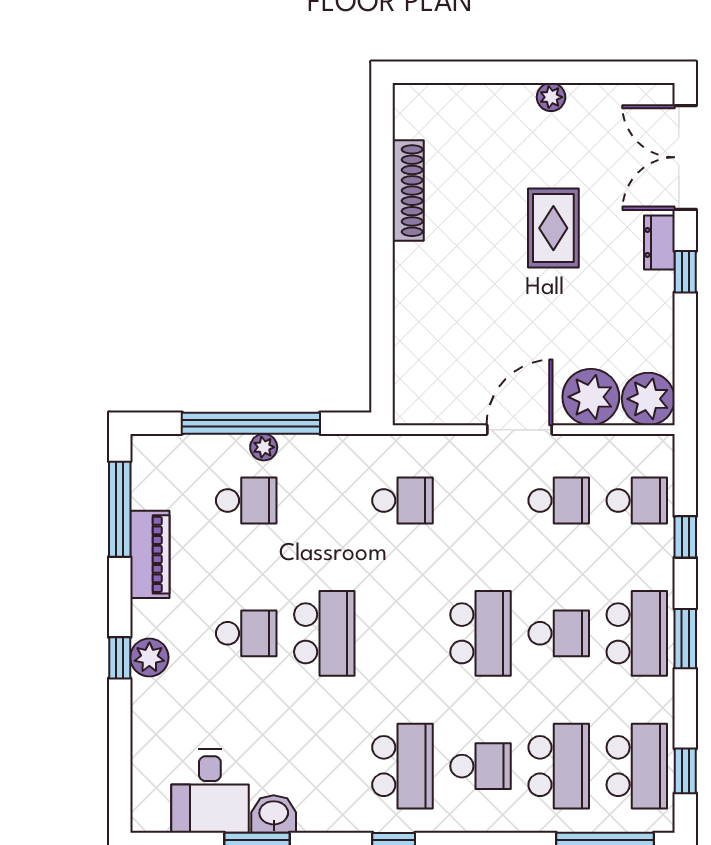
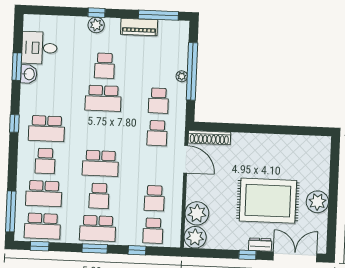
plant: (551, 97) -> (317, 202), width x1.88, depth x1.88
shoe rack: (408, 191) -> (209, 138), moved
rug: (553, 228) -> (268, 201), width x1.86, depth x2.06
door: (520, 430) -> (186, 159), moved
school desk: (246, 501) -> (158, 101), moved

